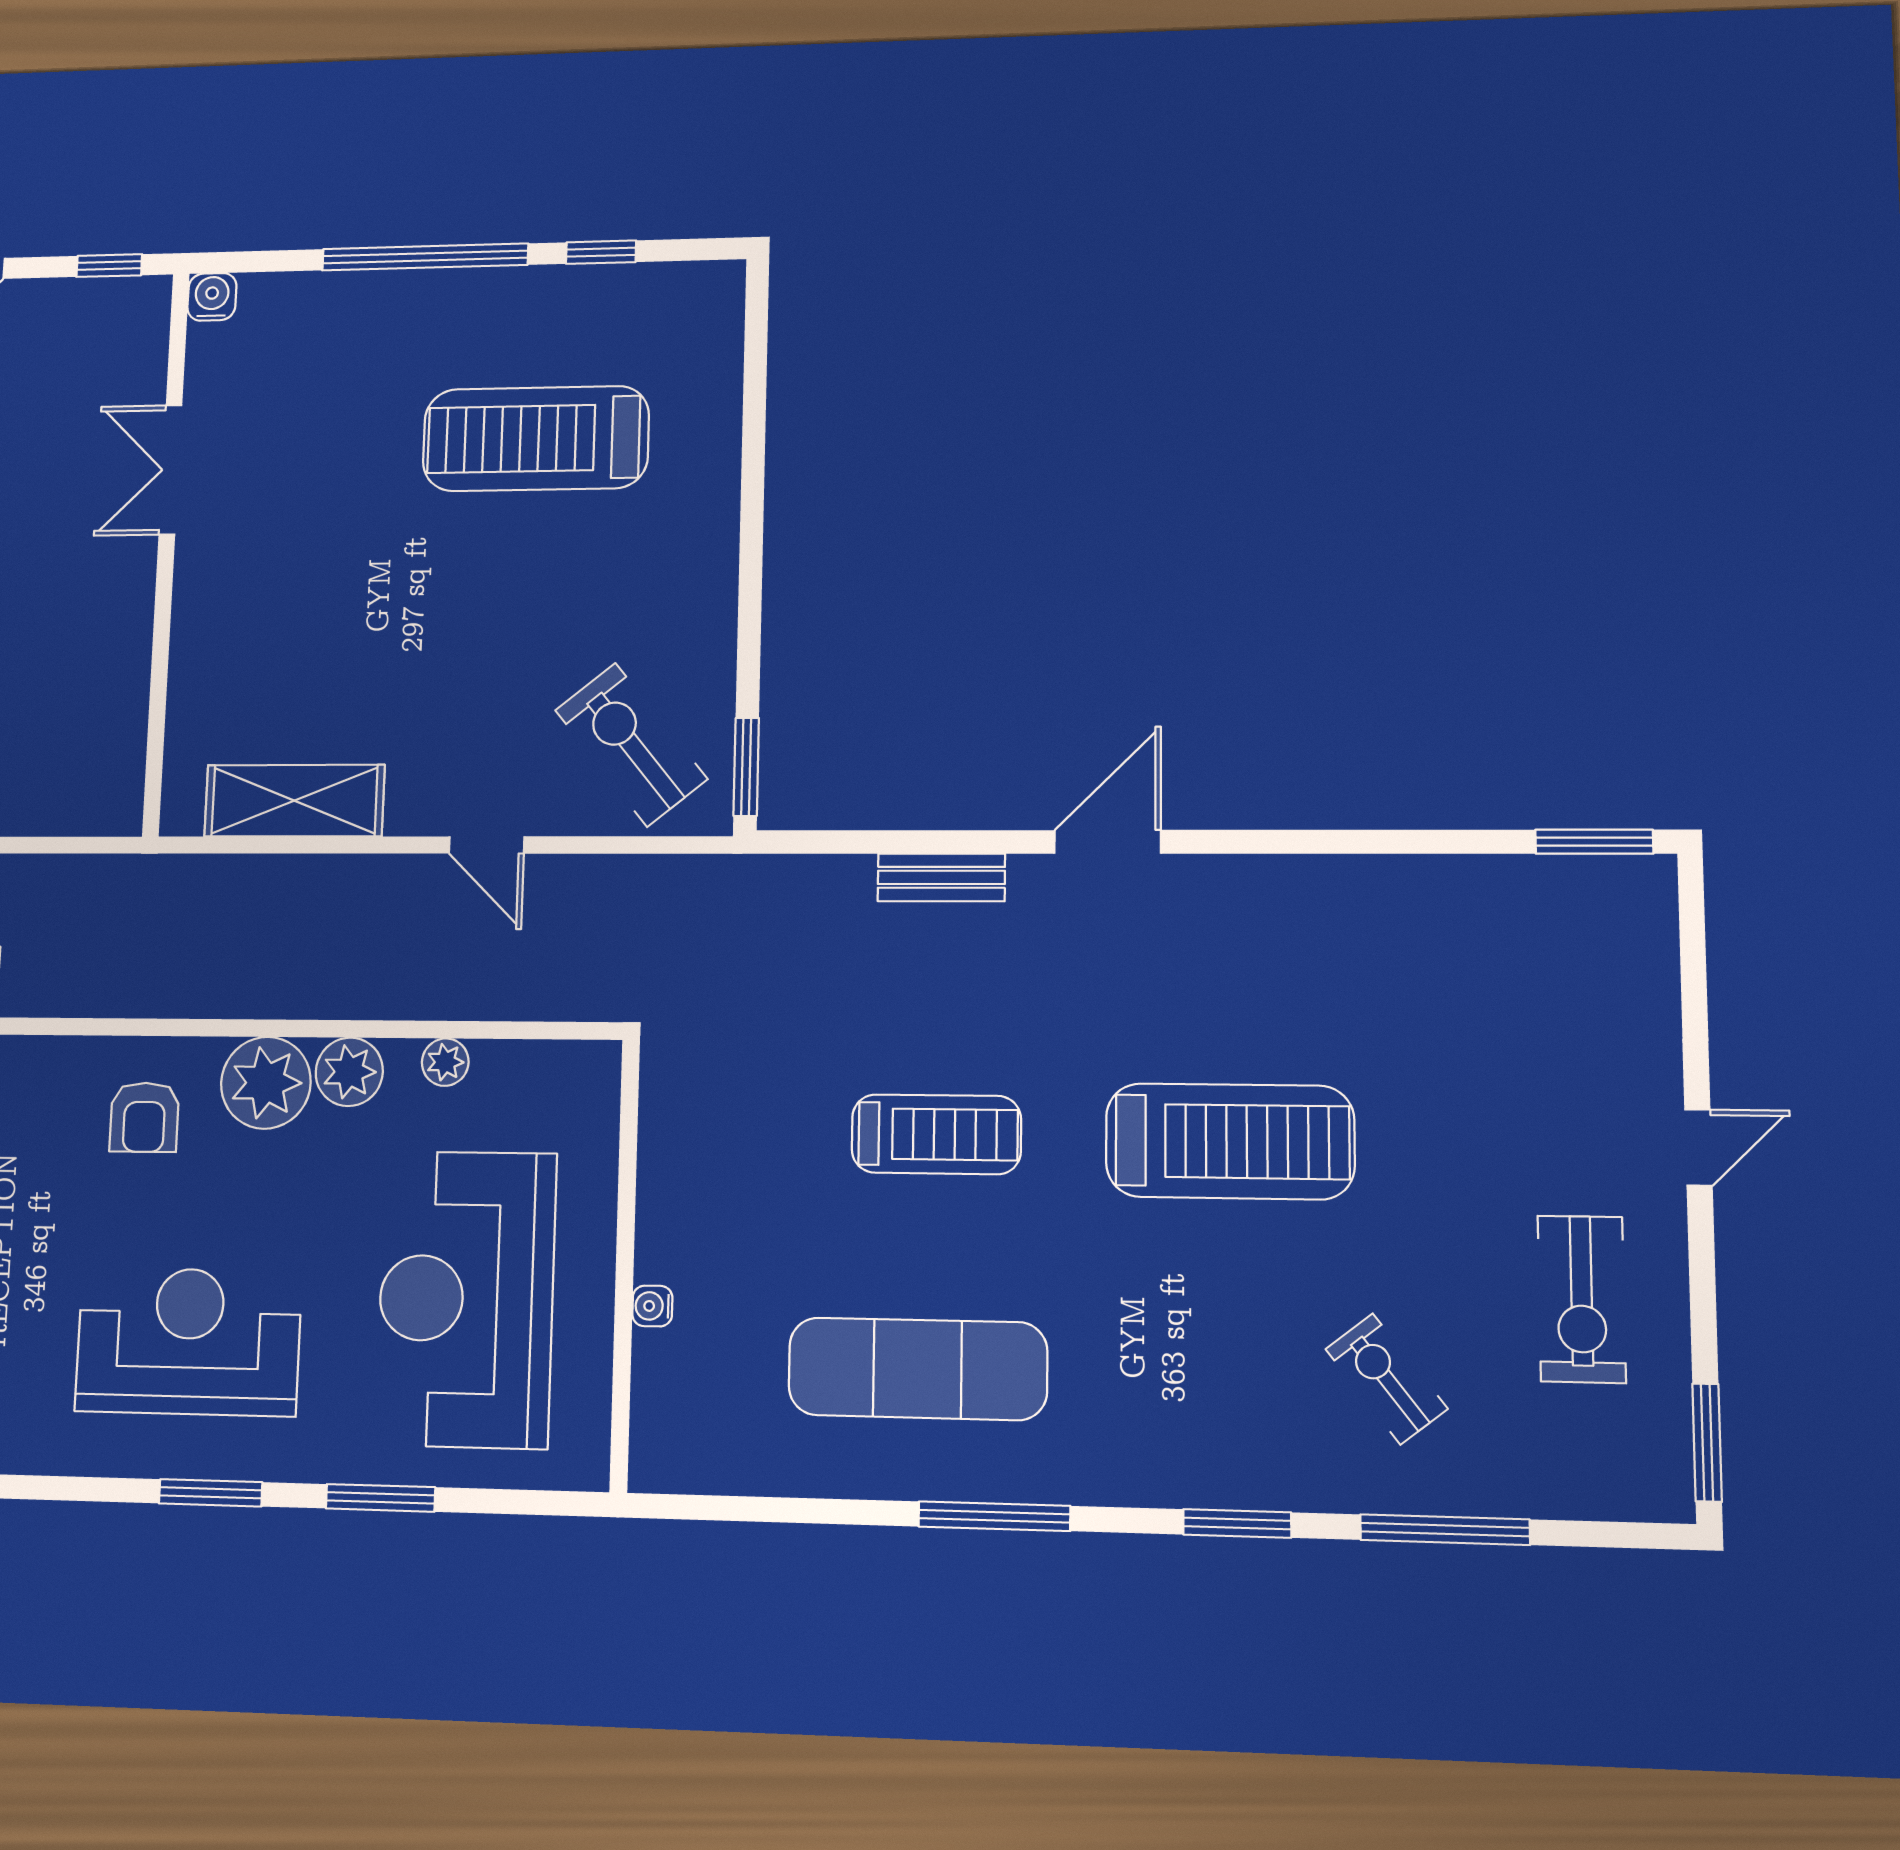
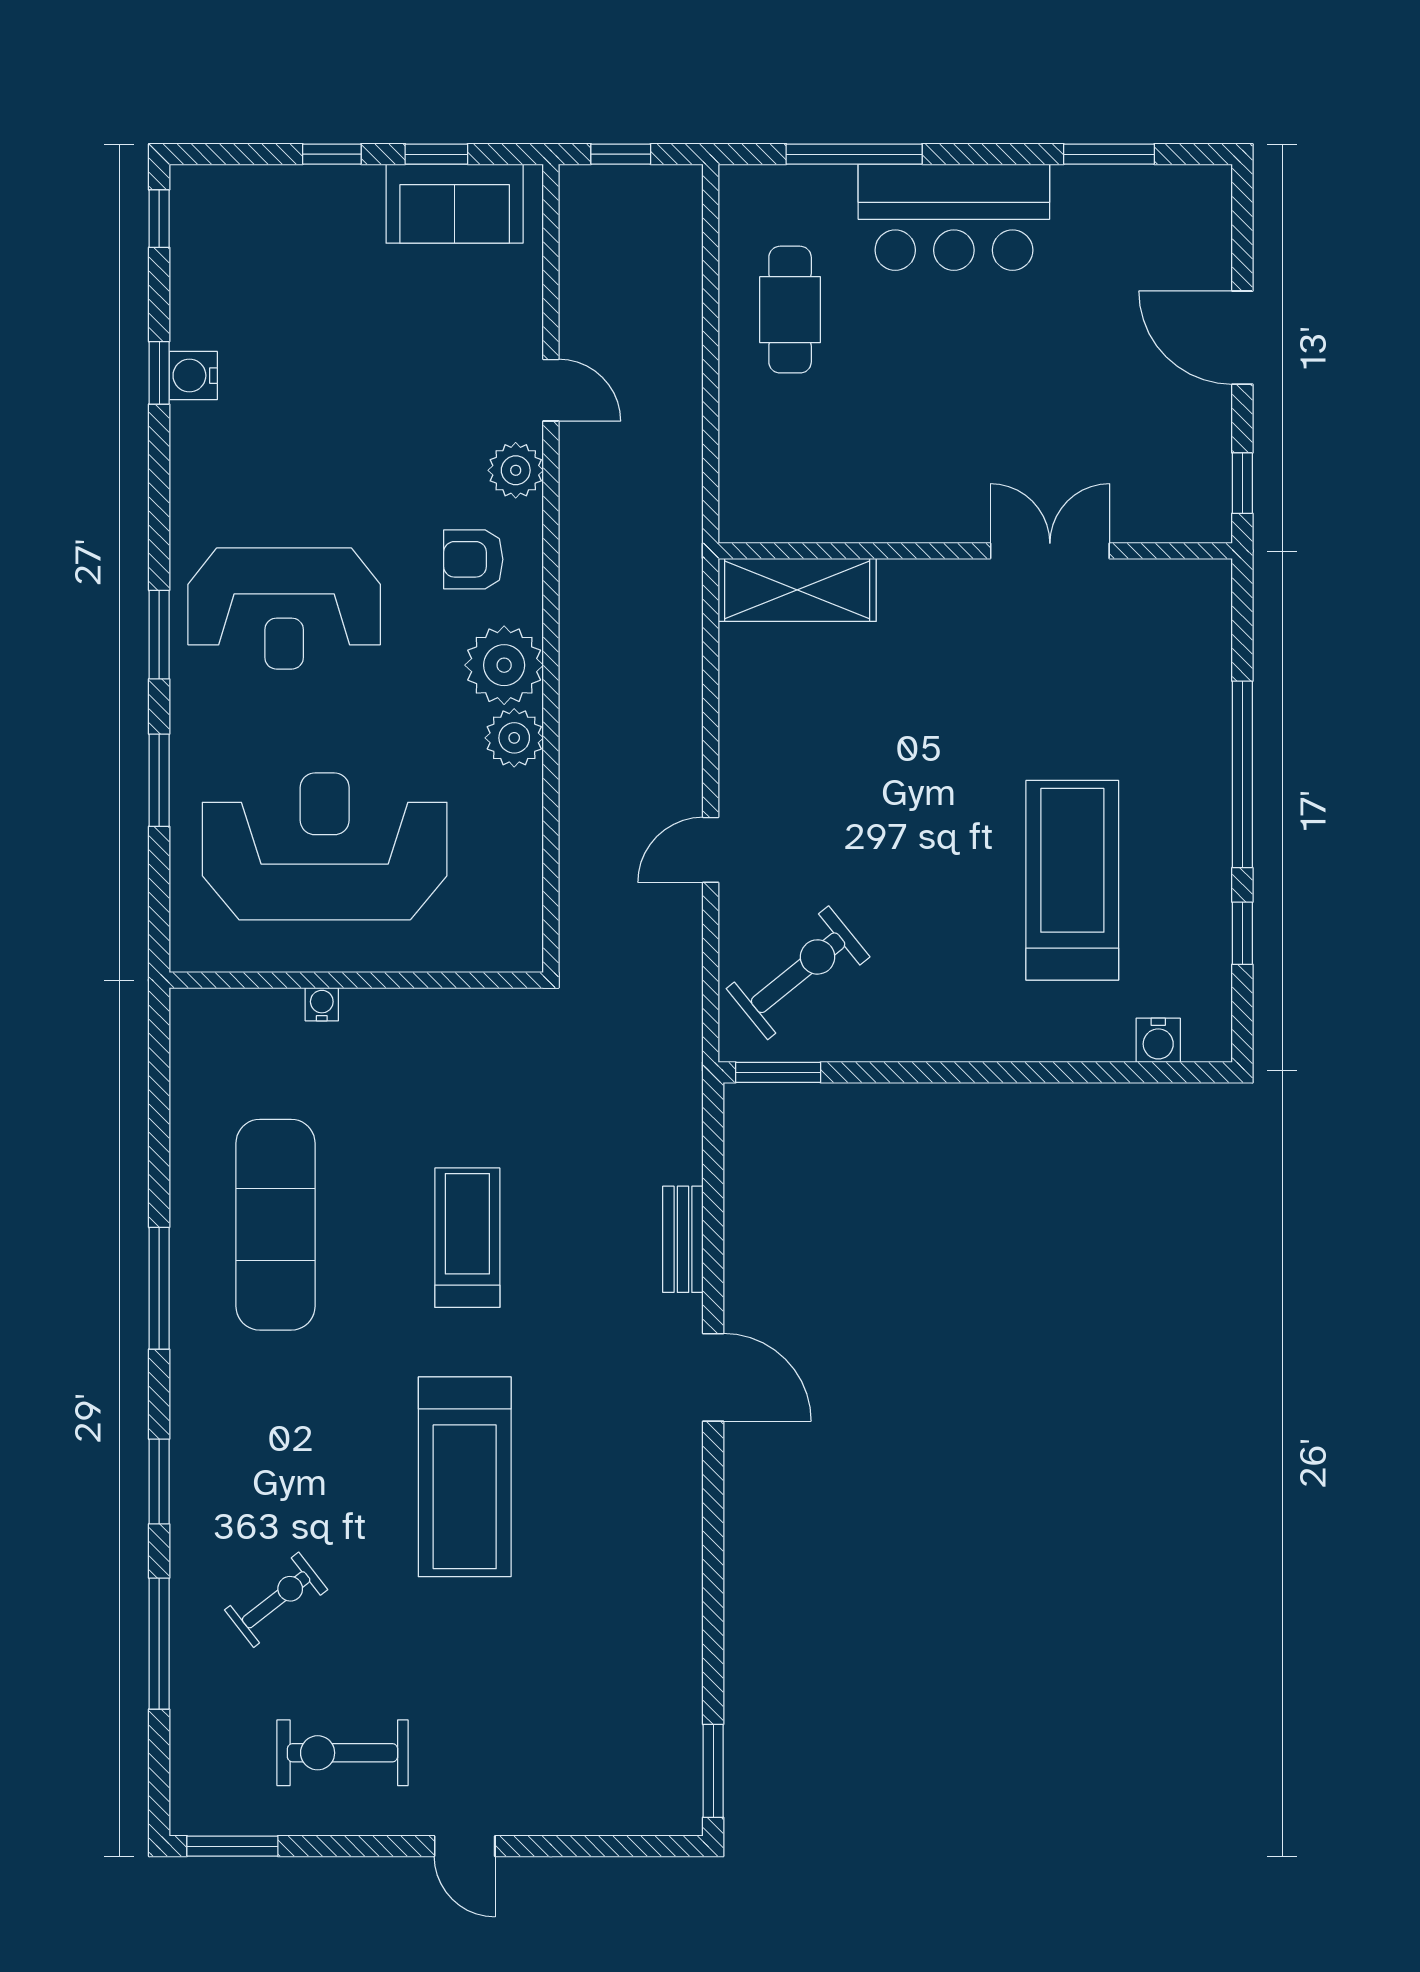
water cooler: (212, 297) -> (1158, 1040), moved, turned 90
shelving: (294, 801) -> (797, 590), moved, turned 90
plant: (445, 1062) -> (516, 470), moved, width x1.38, depth x1.38
treadmill: (936, 1134) -> (467, 1238), turned 180
reception desk: (188, 1341) -> (284, 608), turned 90

